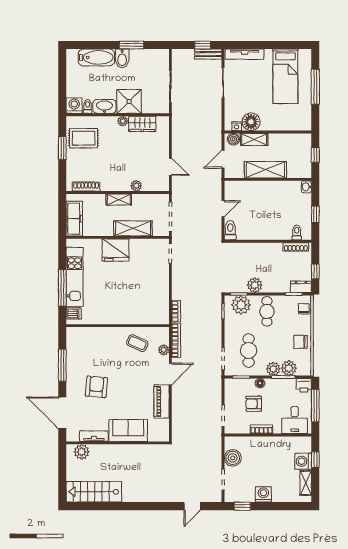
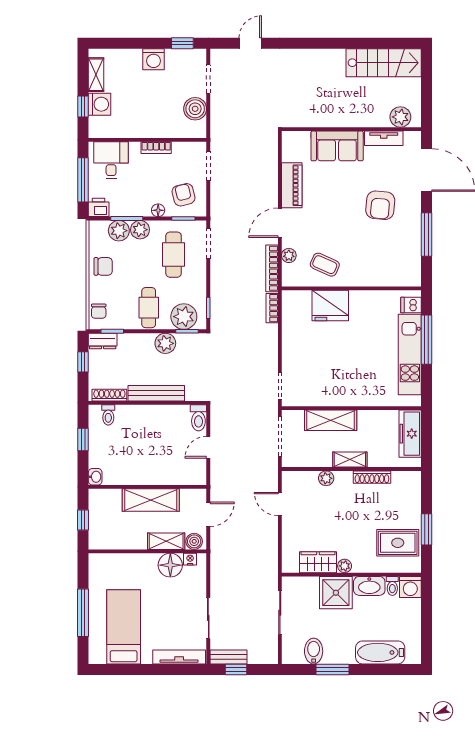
bidet: (122, 58) -> (314, 651), moved
shoe rack: (86, 187) -> (372, 477), moved
bench: (261, 248) -> (156, 393), added
fridge: (116, 250) -> (330, 305), moved, turned 180
armchair: (254, 404) -> (184, 195), moved, turned -104

